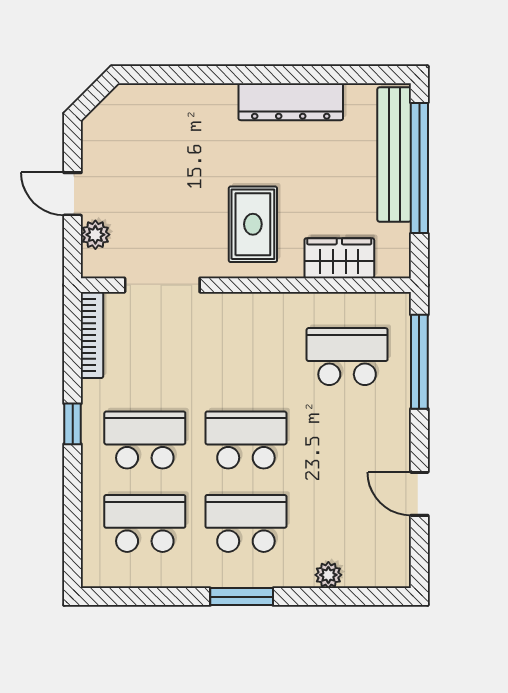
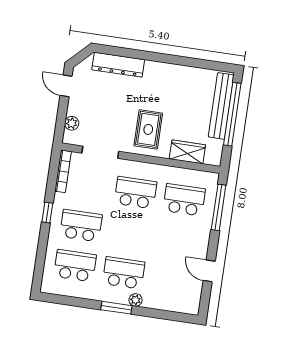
dresser: (291, 102) -> (118, 65), moved
door: (73, 194) -> (66, 86), moved
school desk: (246, 440) -> (136, 193), moved
plant: (328, 575) -> (136, 300), moved

